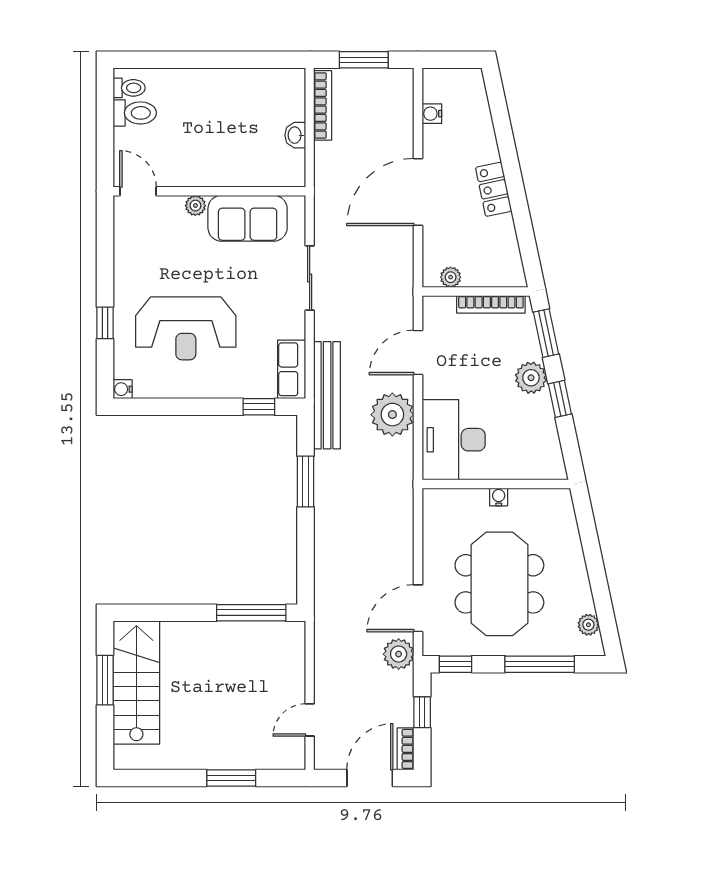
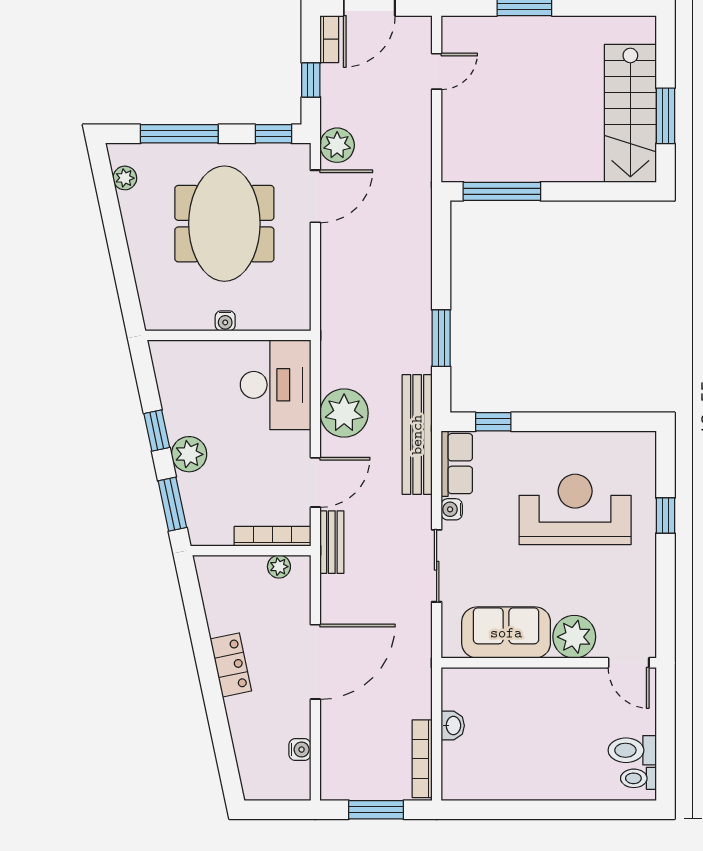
plant: (195, 206) -> (574, 637), width x1.88, depth x1.88
bench: (403, 299) -> (332, 542), added
bookcase: (491, 304) -> (273, 536), moved
water cooler: (123, 389) -> (452, 509), moved, turned 180

